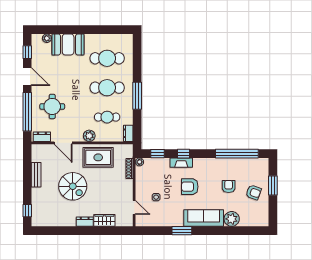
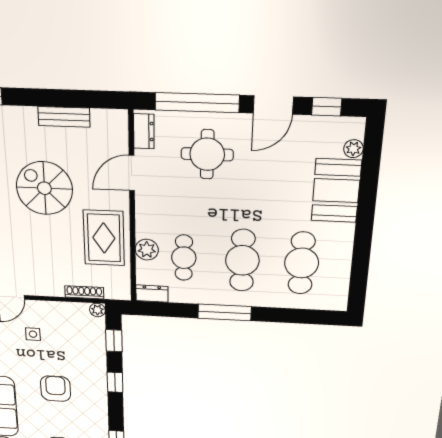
plant: (89, 136) -> (147, 250), moved
fireplace: (181, 163) -> (98, 378), removed
spiral stairs: (73, 186) -> (44, 188), turned 90

